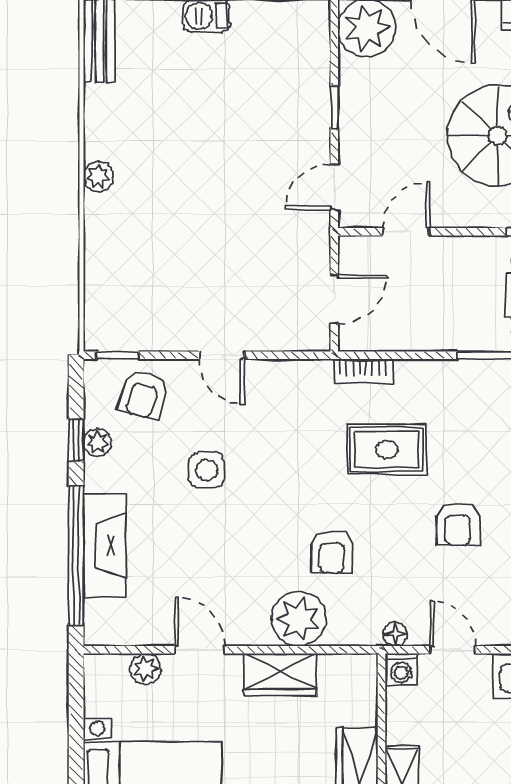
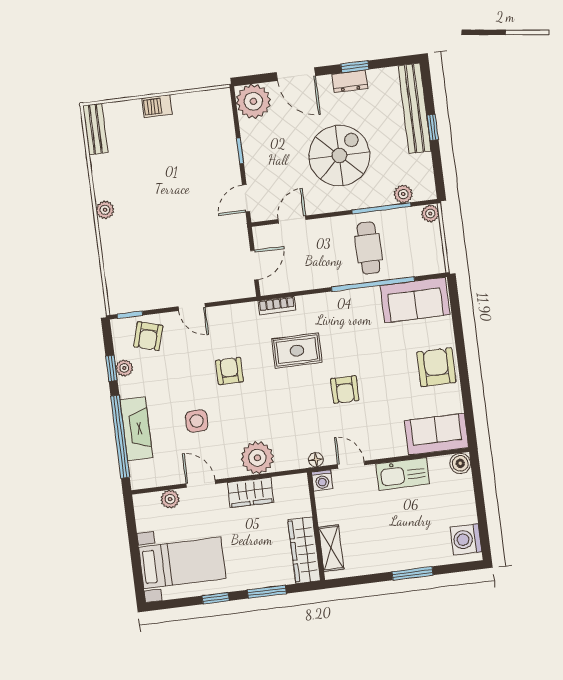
side table: (207, 470) -> (197, 421), moved
armchair: (332, 552) -> (230, 371), moved, turned 180

